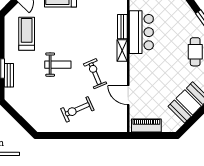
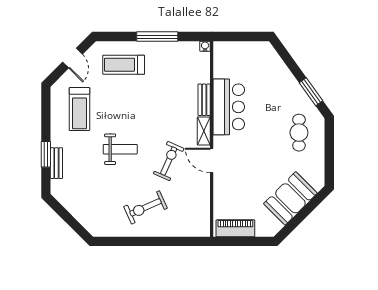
treadmill: (27, 34) -> (79, 109), turned 180
exercise bike: (95, 74) -> (169, 161), turned 47
door: (128, 95) -> (212, 160), moved

